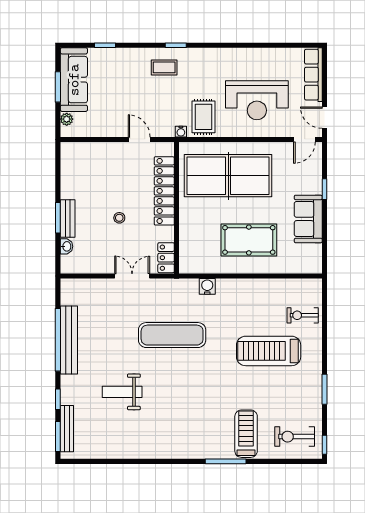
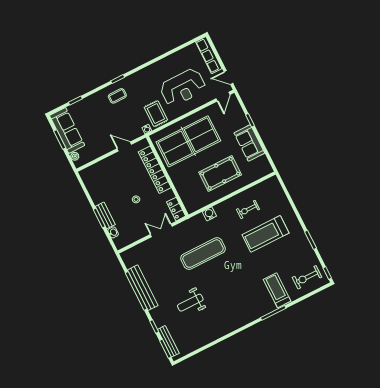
exercise bike: (303, 315) -> (248, 209), moved

